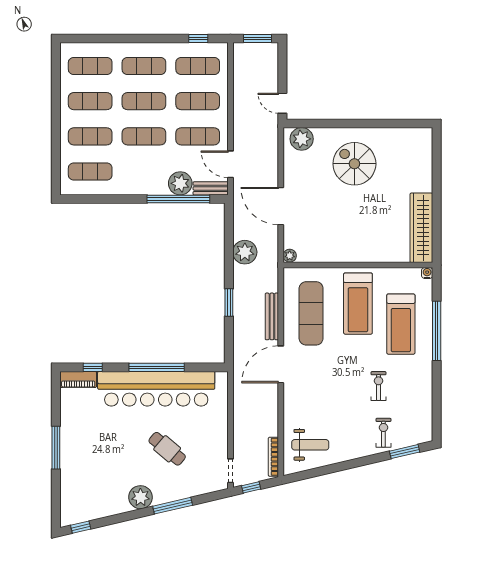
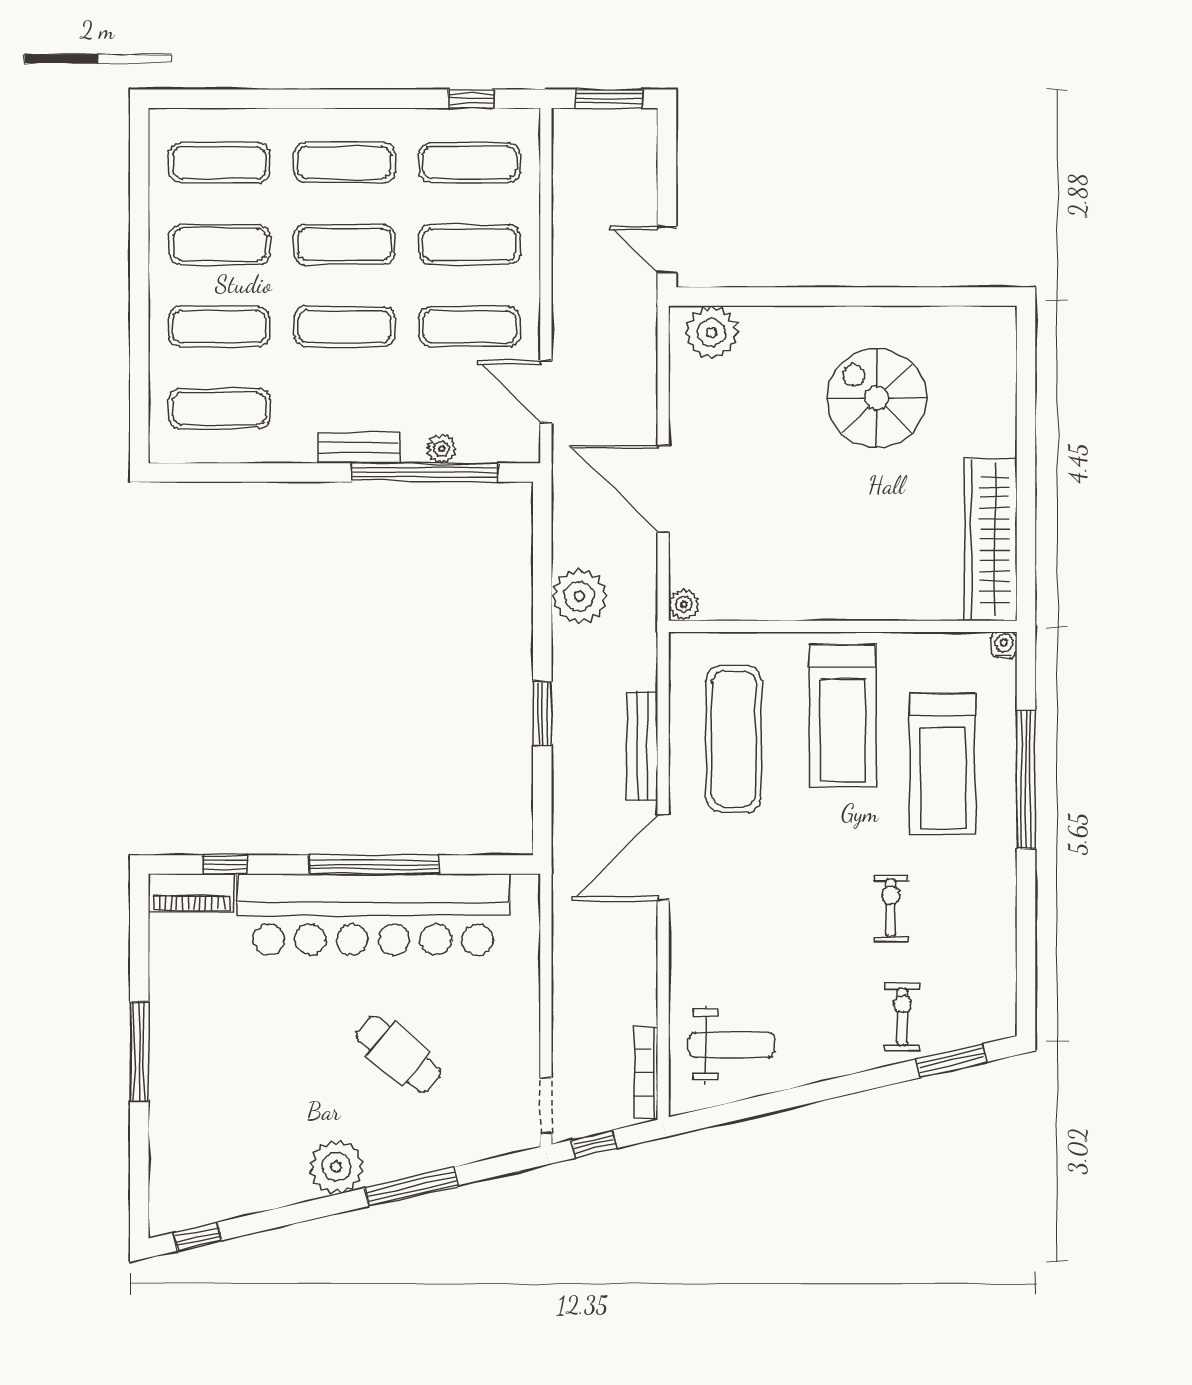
spiral stairs: (354, 164) -> (877, 398), moved
plant: (180, 183) -> (442, 449), width x0.53, depth x0.53
bench: (211, 188) -> (358, 448), moved

